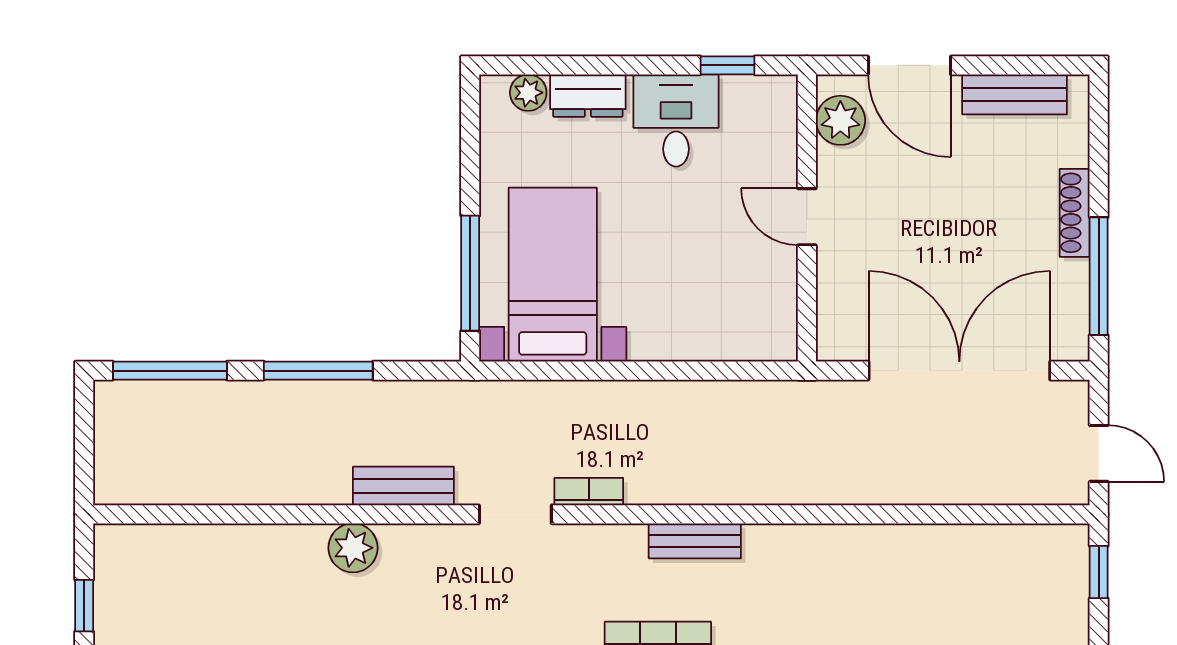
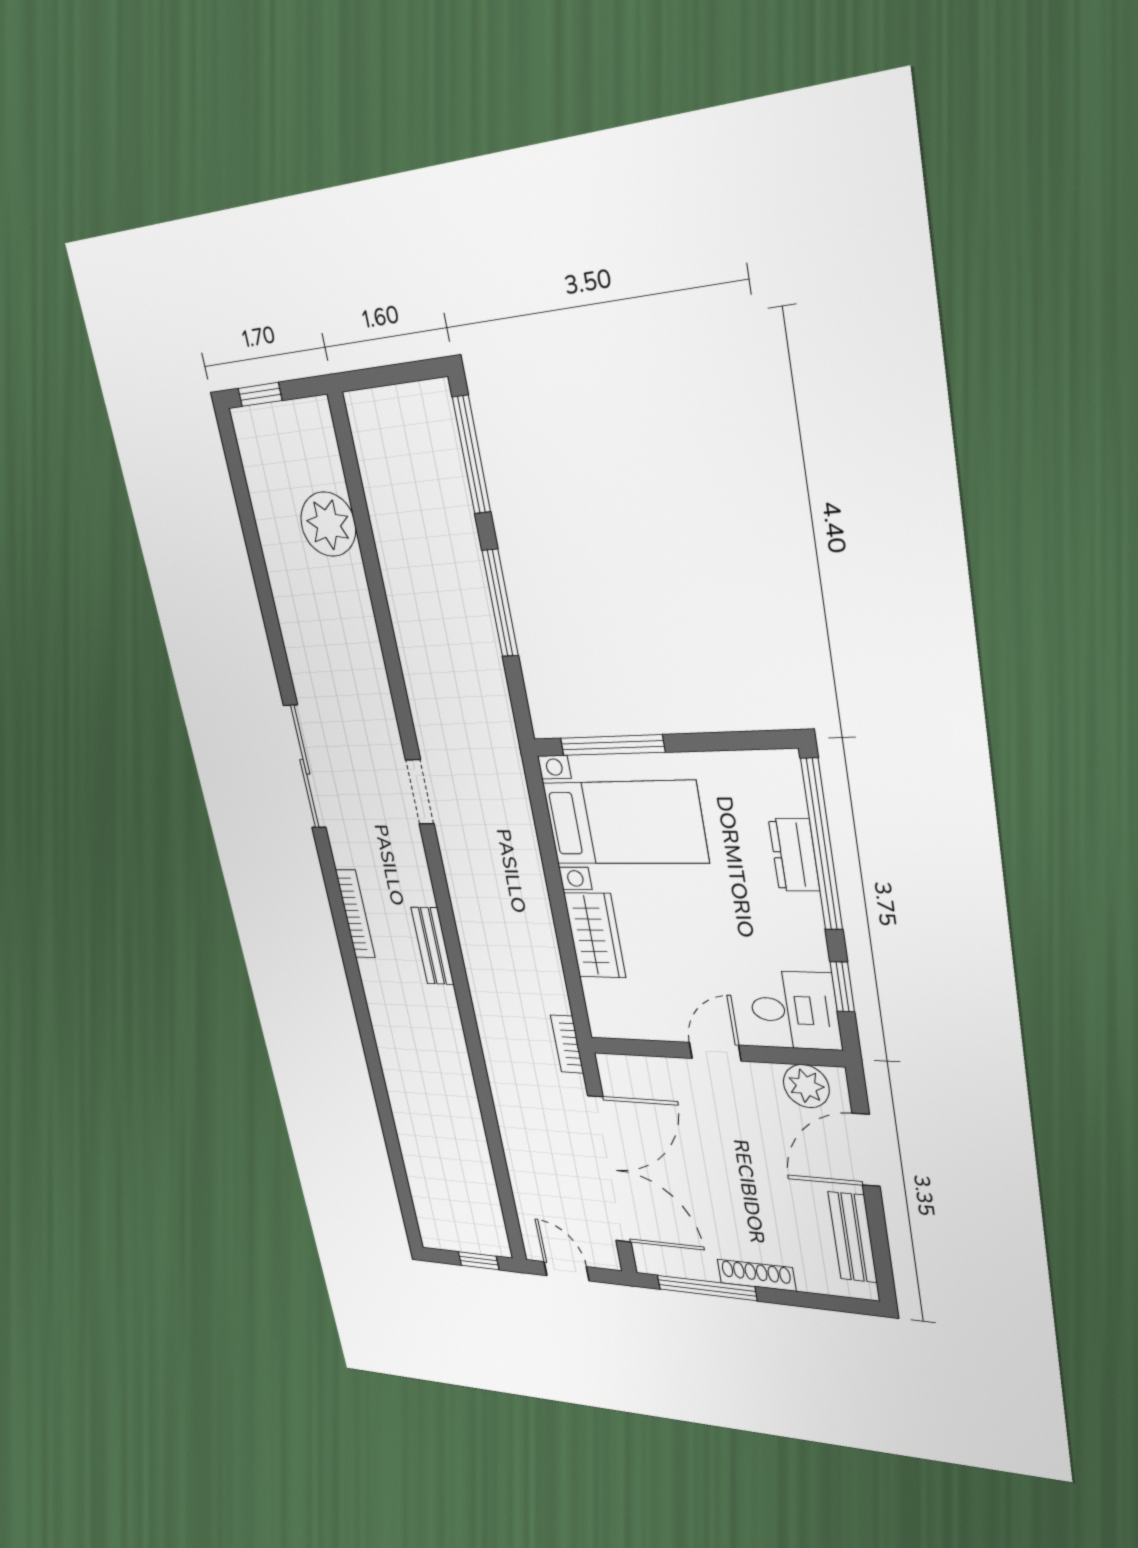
window: (578, 65) -> (822, 845), added
plant: (528, 93) -> (788, 797), removed
desk: (676, 120) -> (794, 1010), moved
wardrobe: (678, 334) -> (595, 935), added
door: (1099, 453) -> (567, 1271), swing flipped
bench: (403, 486) -> (421, 690), removed
bookcase: (589, 492) -> (567, 1044), moved, turned 180
plant: (353, 548) -> (328, 524), moved, width x1.36, depth x1.36

